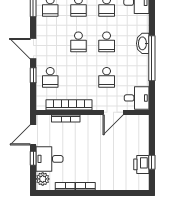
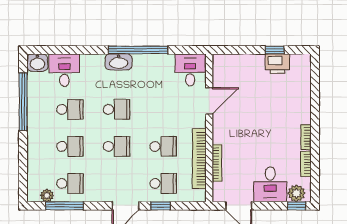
school desk: (107, 77) -> (163, 146), moved
door: (113, 112) -> (209, 101), hinge flipped
window: (33, 158) -> (297, 206), moved

